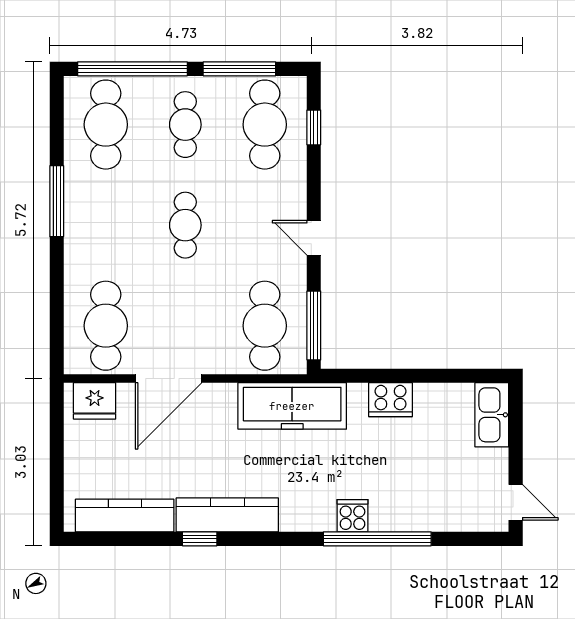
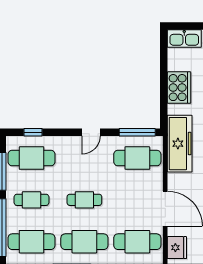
cafe table: (106, 225) -> (84, 242), added
cooker: (391, 400) -> (179, 88), width x1.37, depth x1.31

